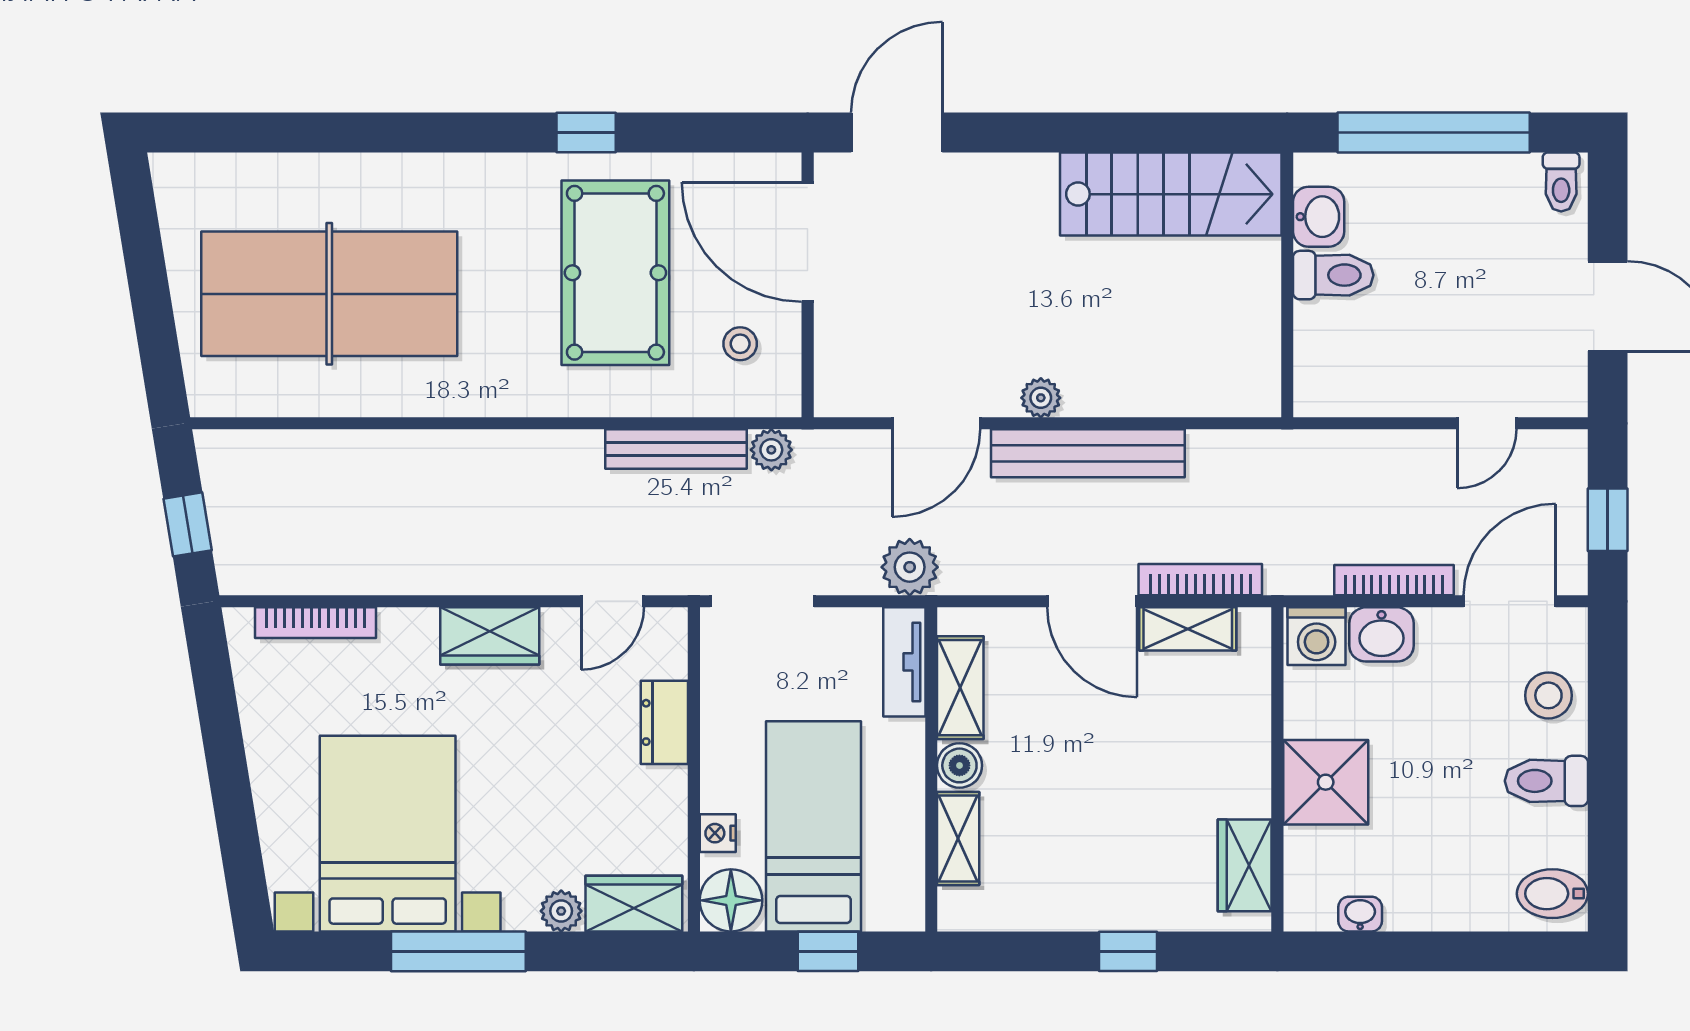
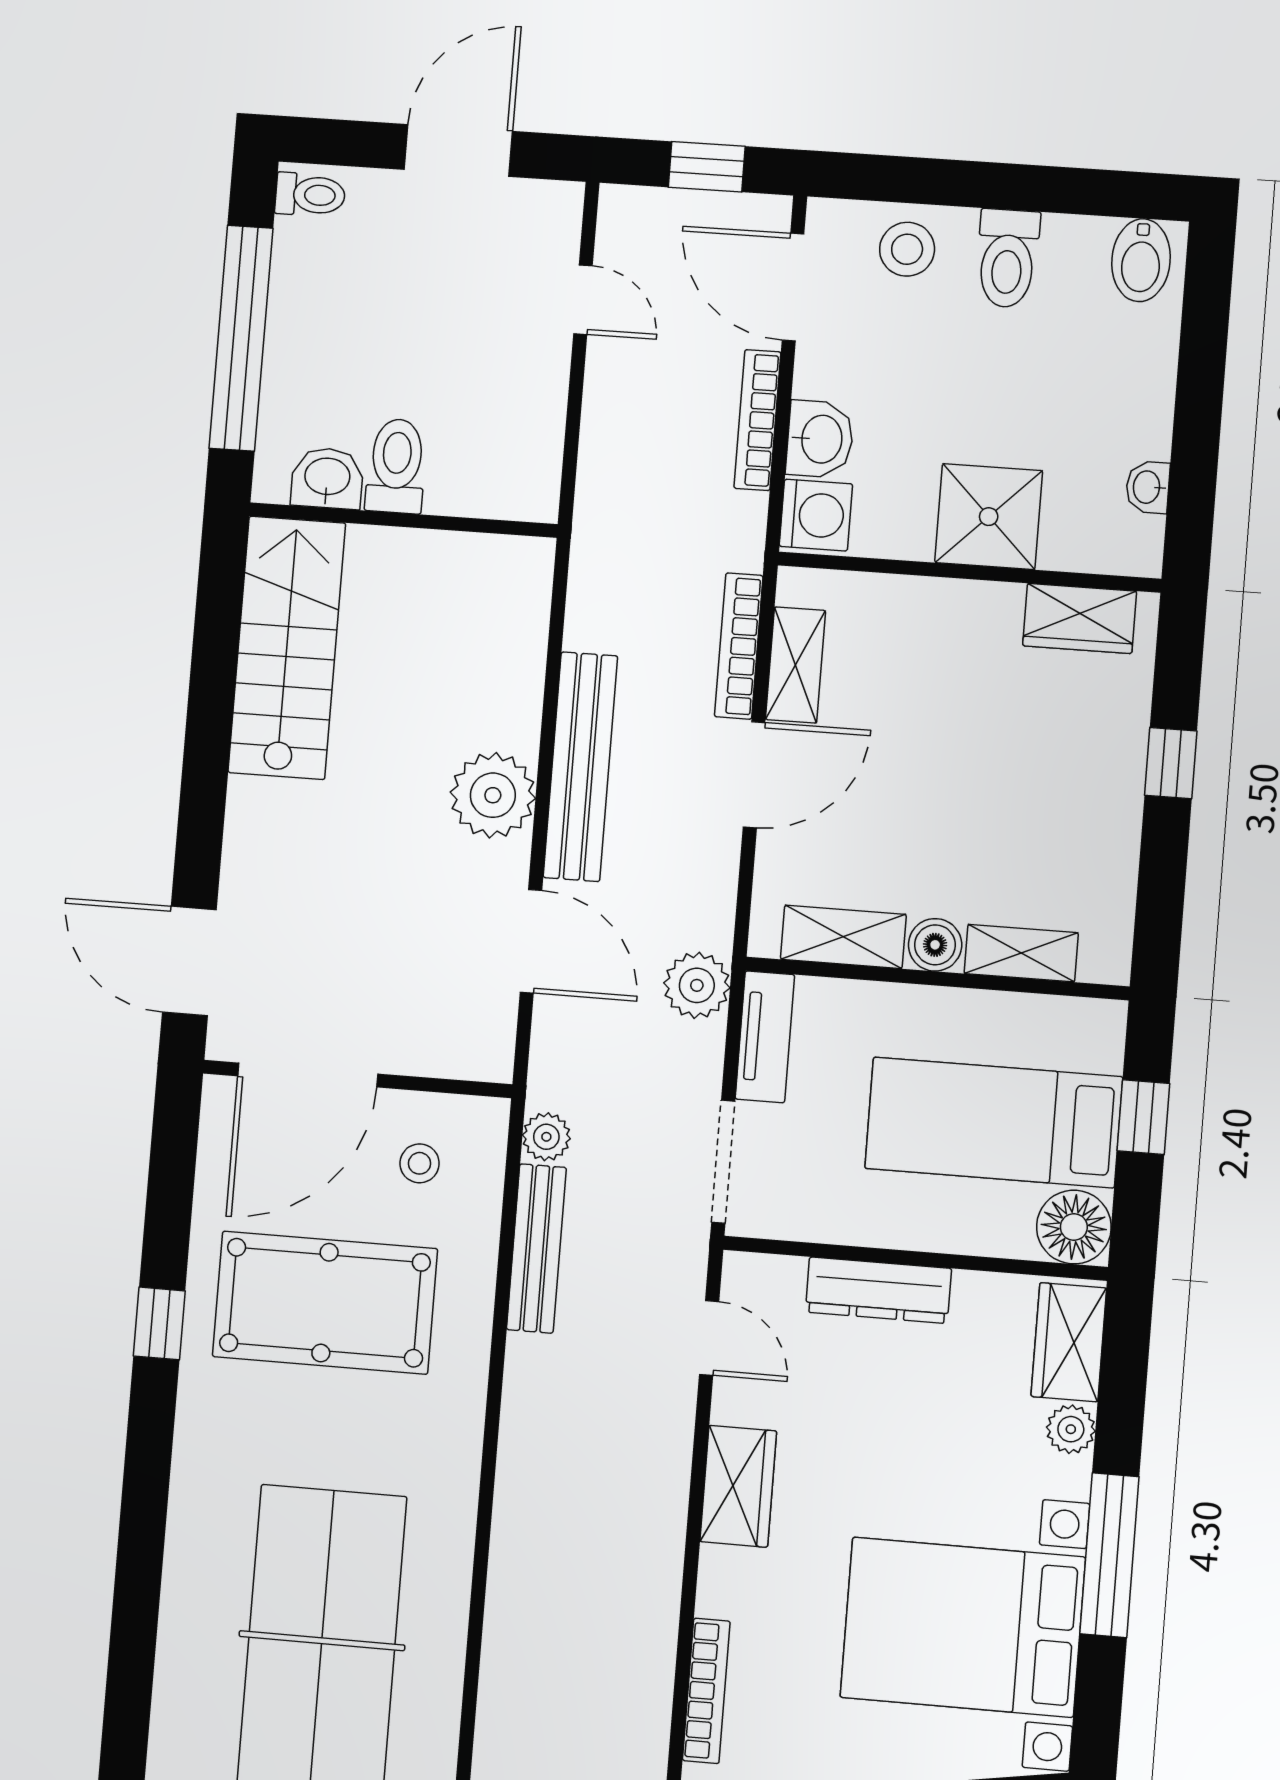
plant: (1041, 398) -> (493, 795), width x1.87, depth x1.87
tv unit: (904, 662) -> (765, 1037), moved, turned -90
dresser: (664, 722) -> (878, 1290), width x1.44
nightstand: (718, 833) -> (993, 1236), removed

